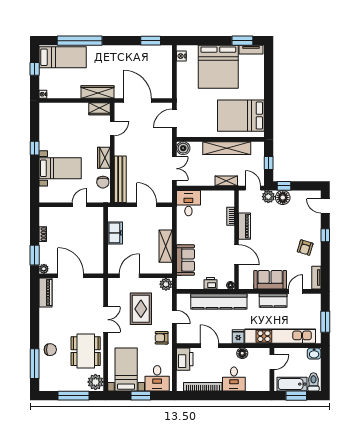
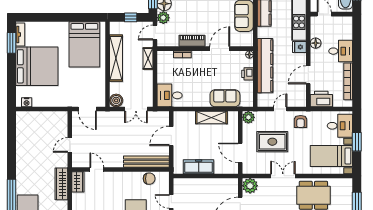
window: (151, 41) -> (12, 132), removed
door: (137, 100) -> (70, 145), width x0.53
wardrobe: (104, 158) -> (126, 178), removed
double door: (174, 169) -> (136, 109), swing flipped
freezer: (115, 233) -> (199, 167), width x1.40
plant: (95, 382) -> (250, 186), moved

